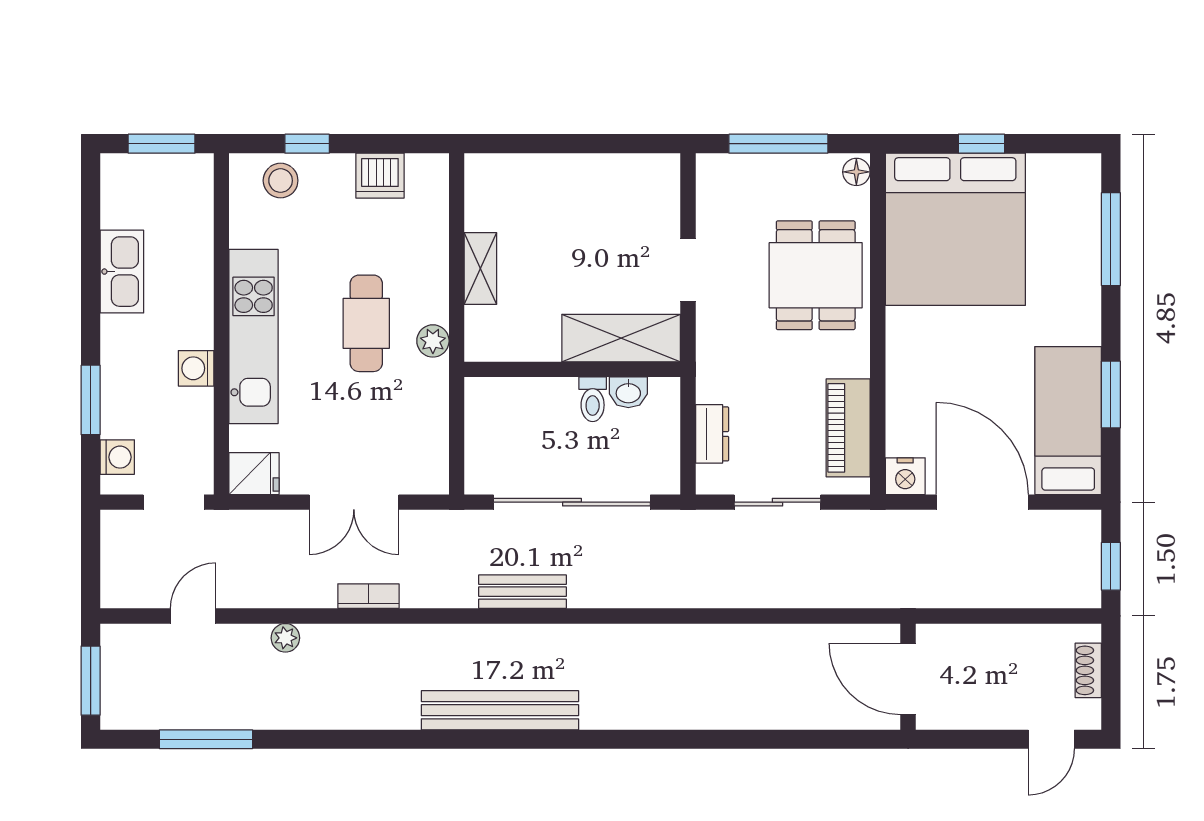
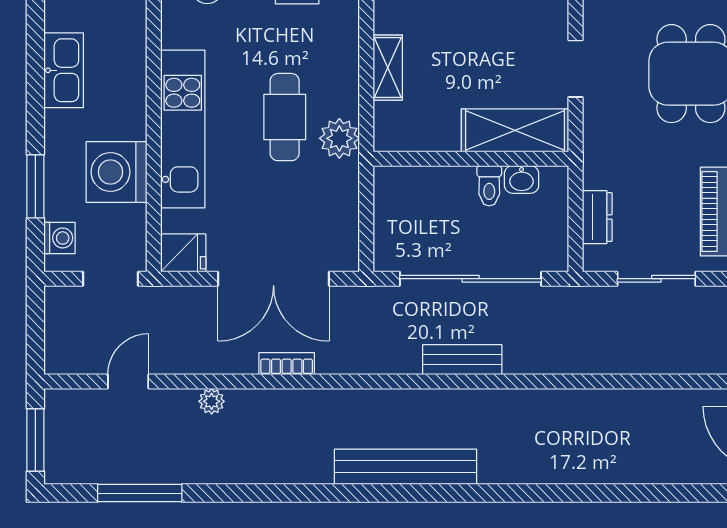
plant: (433, 341) -> (339, 138), width x1.38, depth x1.38
washing machine: (196, 368) -> (117, 172), width x1.89, depth x1.89
double door: (354, 502) -> (274, 279), width x1.37
bench: (522, 592) -> (462, 360), moved

